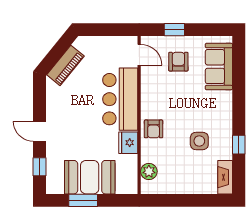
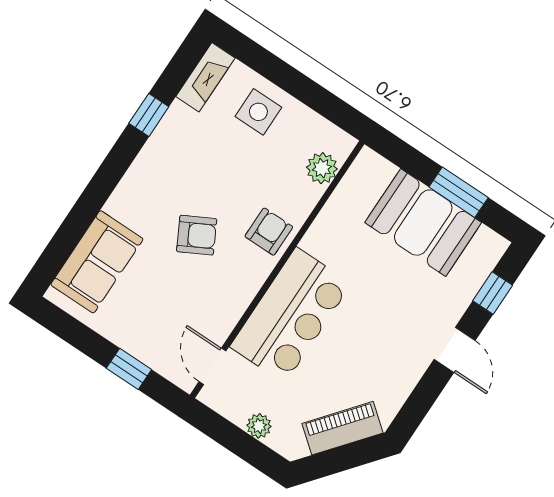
plant: (102, 42) -> (259, 426), added
armchair: (178, 62) -> (197, 235), moved, turned -118
side table: (199, 141) -> (258, 112), moved
fridge: (128, 143) -> (324, 237), removed

